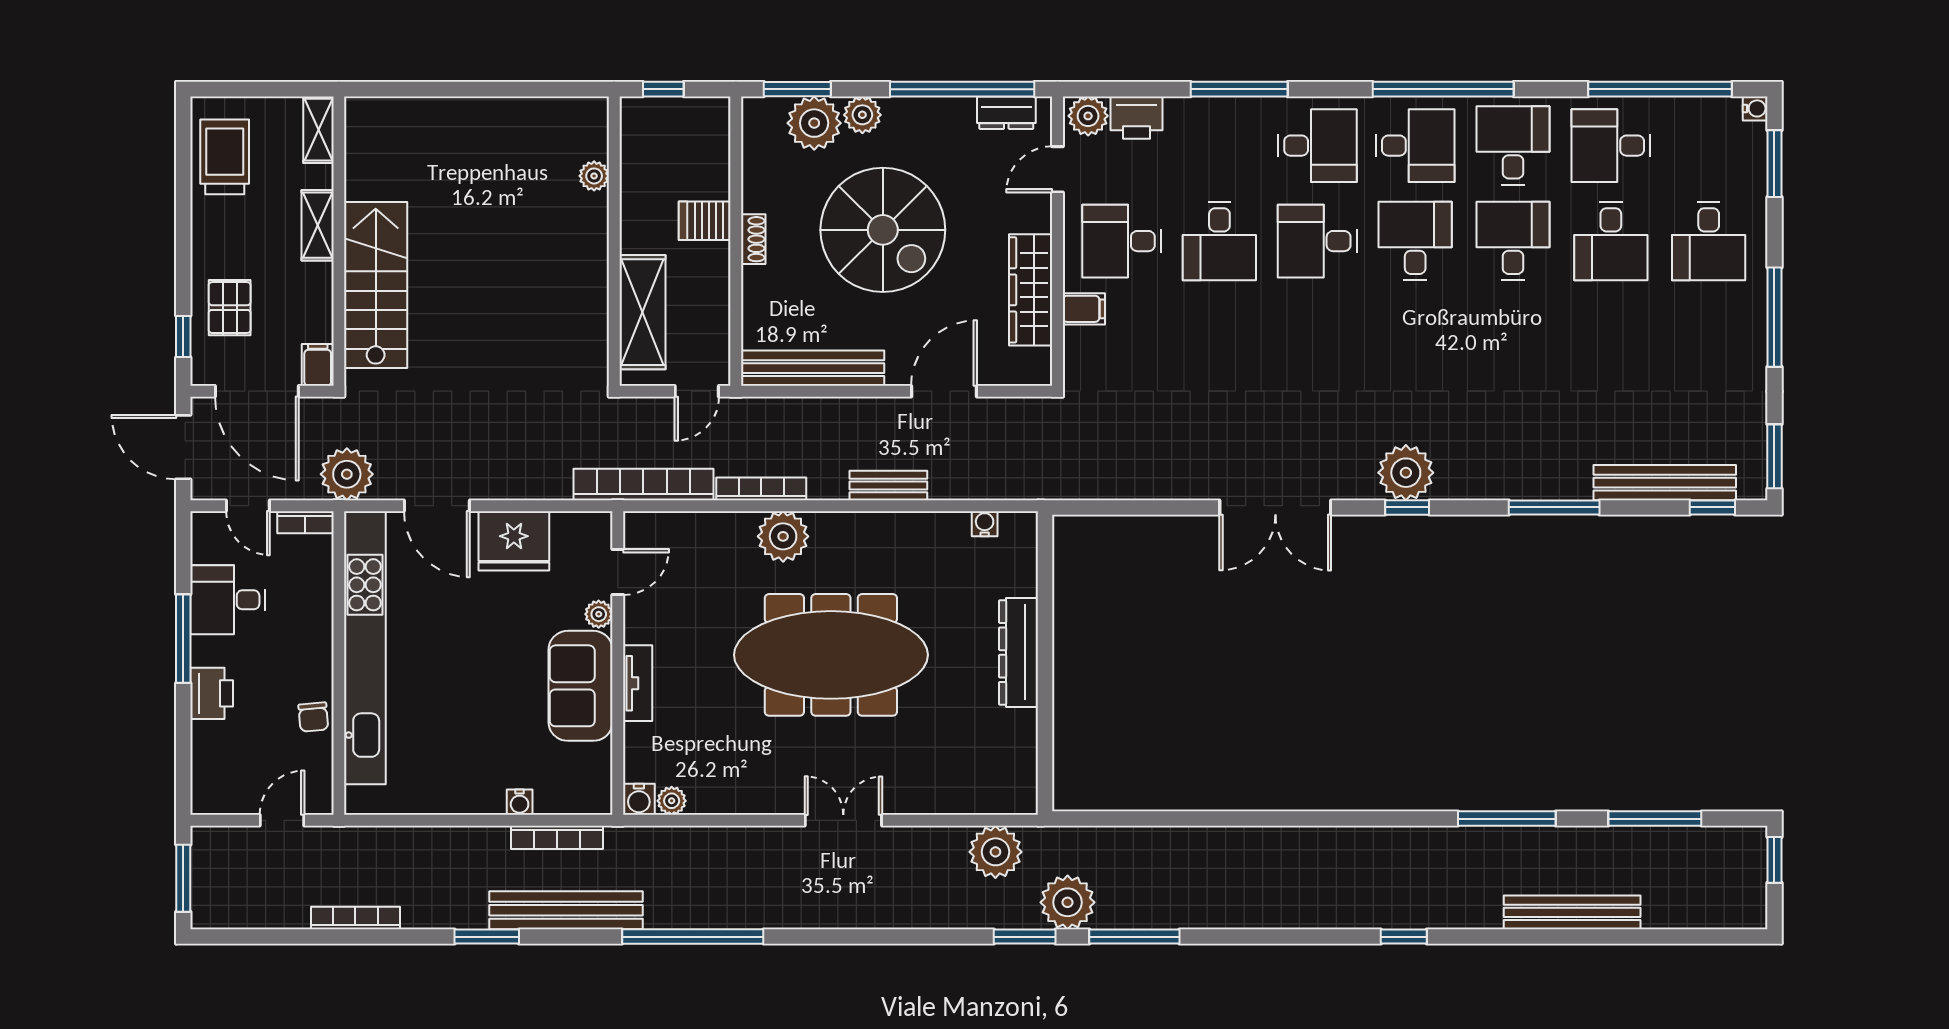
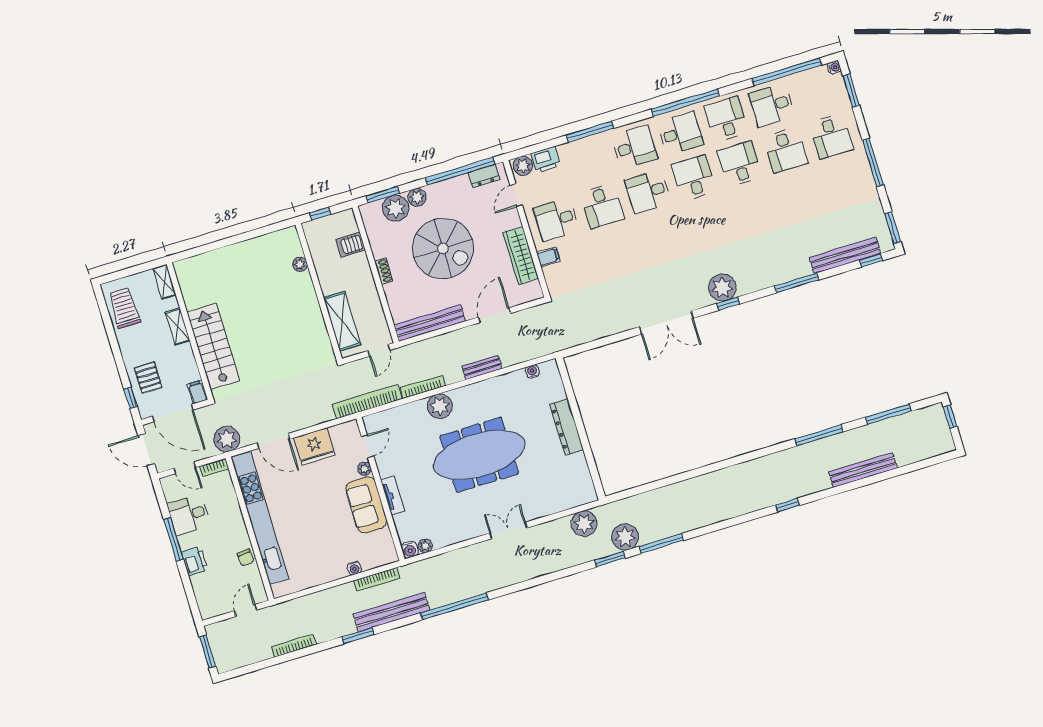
server rack: (705, 221) -> (351, 245), moved

